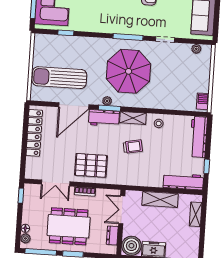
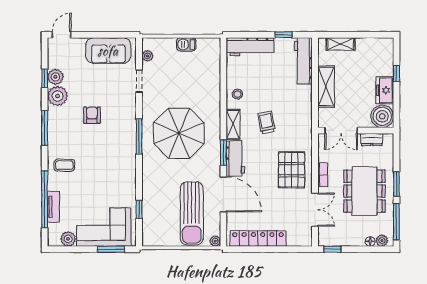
doorway: (165, 39) -> (139, 81), moved
plant: (107, 101) -> (215, 241), moved
barbecue: (203, 101) -> (186, 44), moved

